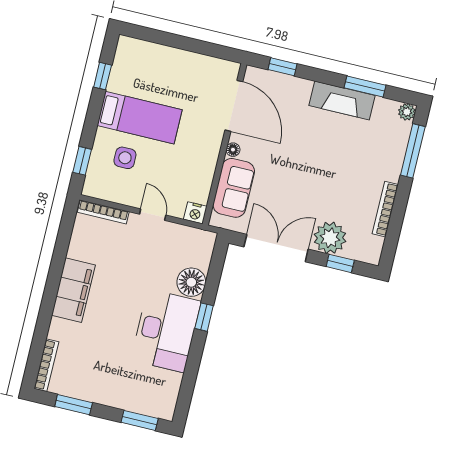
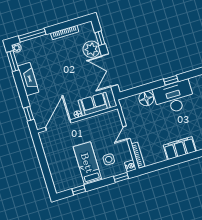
window: (365, 87) -> (13, 61), moved
nightstand: (195, 213) -> (130, 166), moved
window: (204, 317) -> (171, 80), moved

